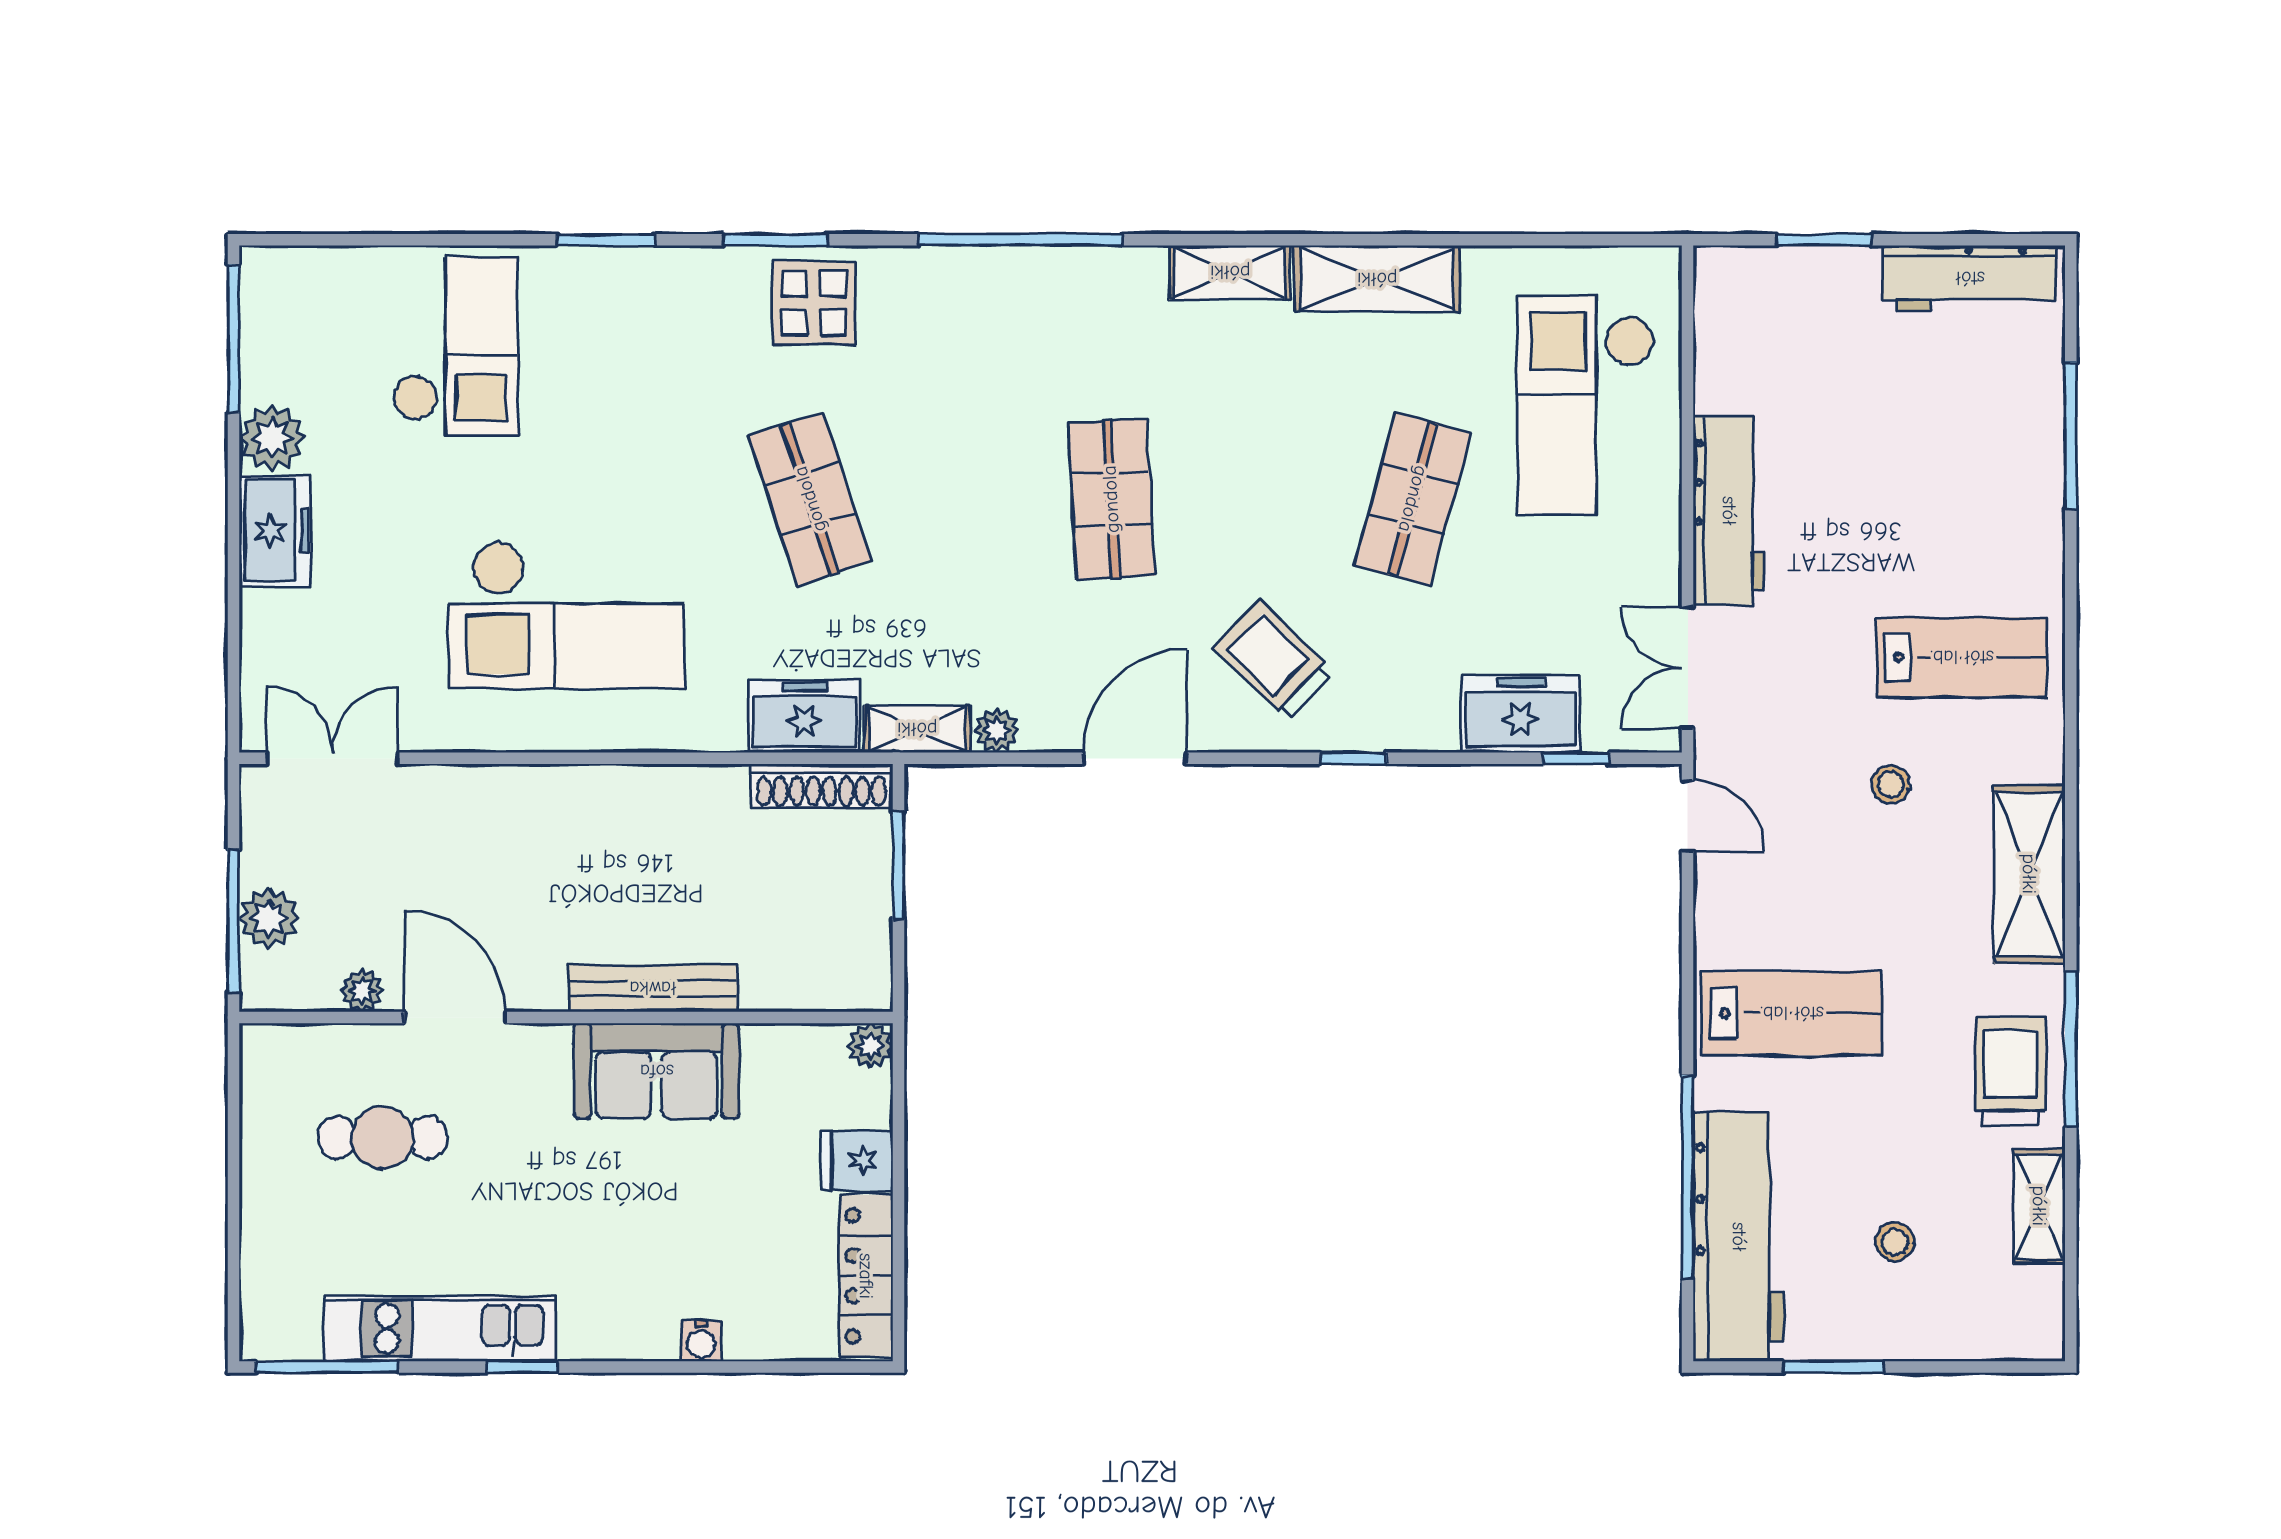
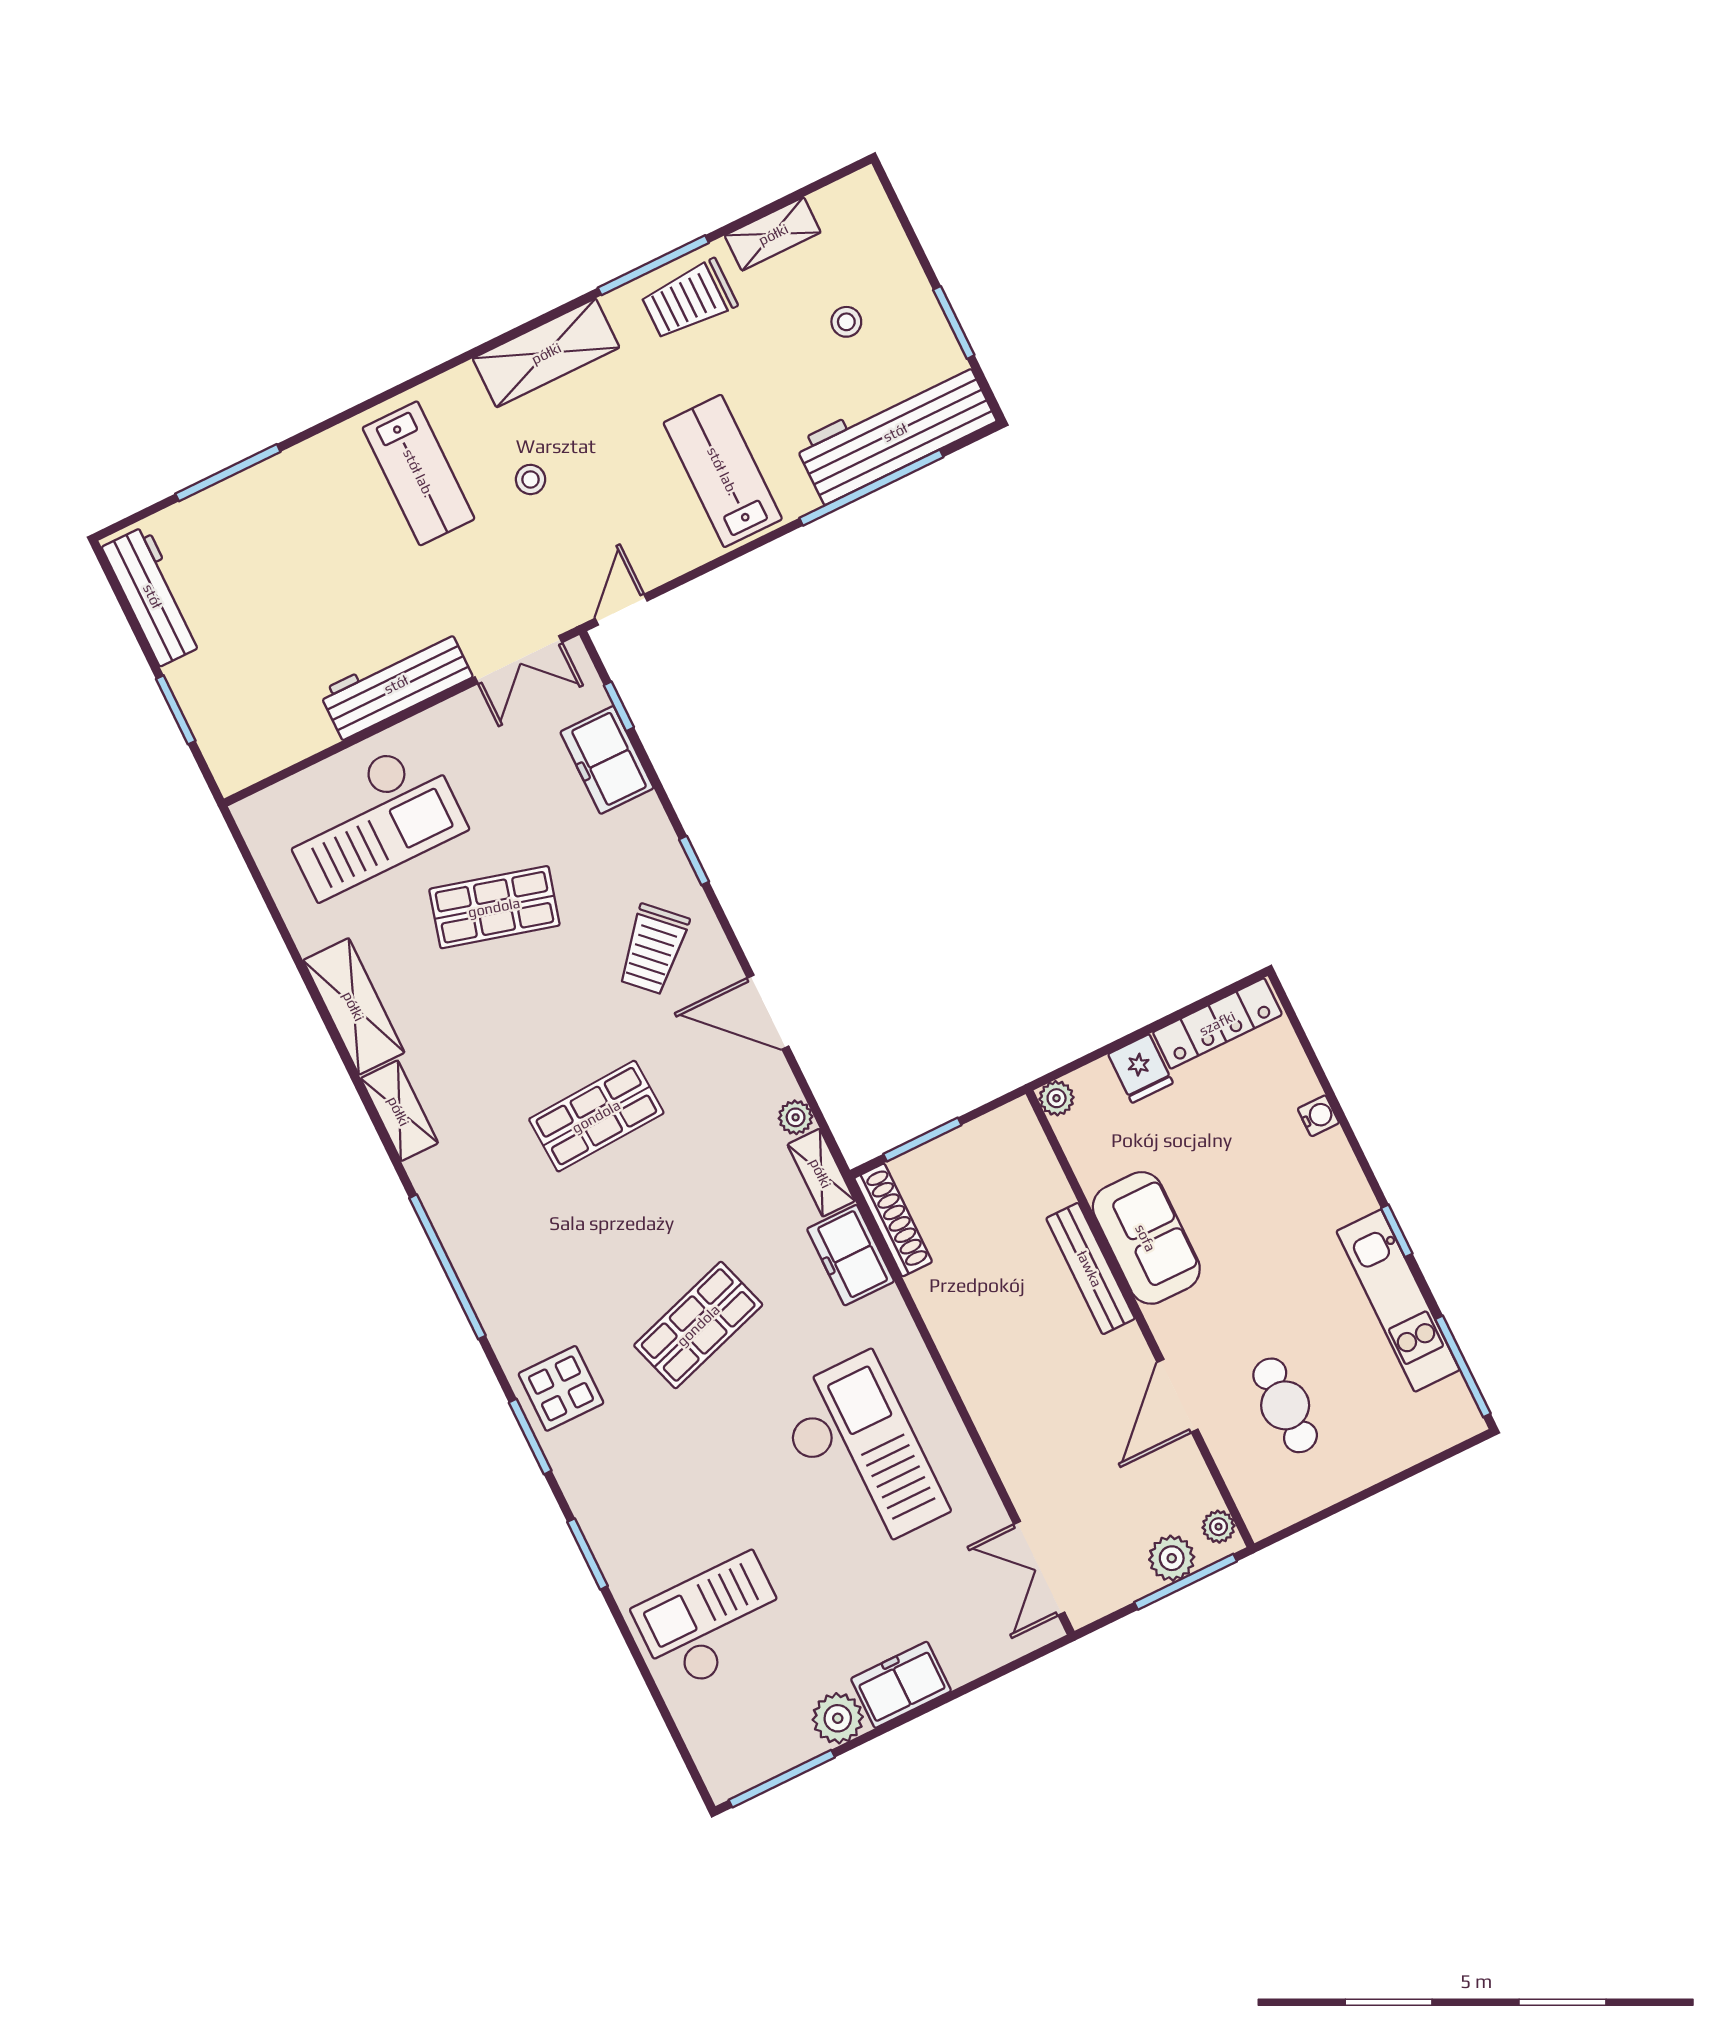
lab bench: (1962, 657) -> (419, 473), turned 180
plant: (362, 991) -> (1219, 1527), moved

